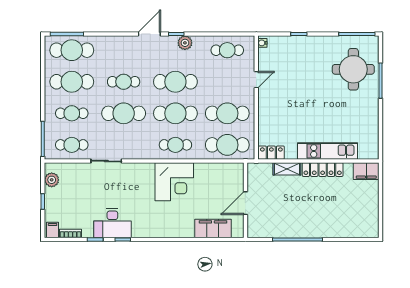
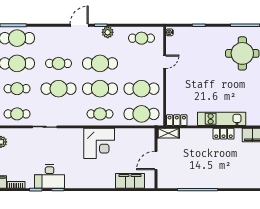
shelving: (287, 169) -> (168, 133), moved
locker: (323, 170) -> (224, 134), width x0.66

